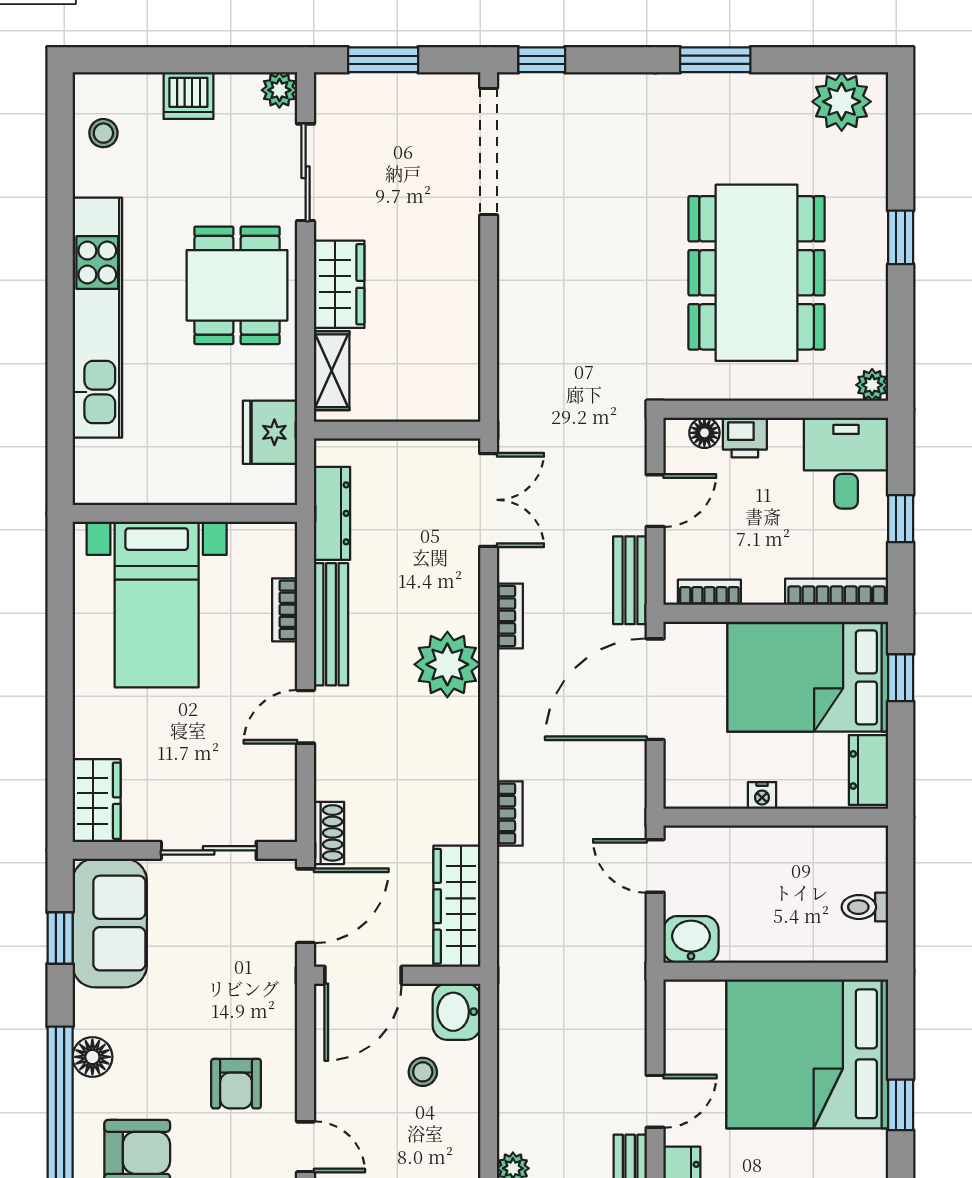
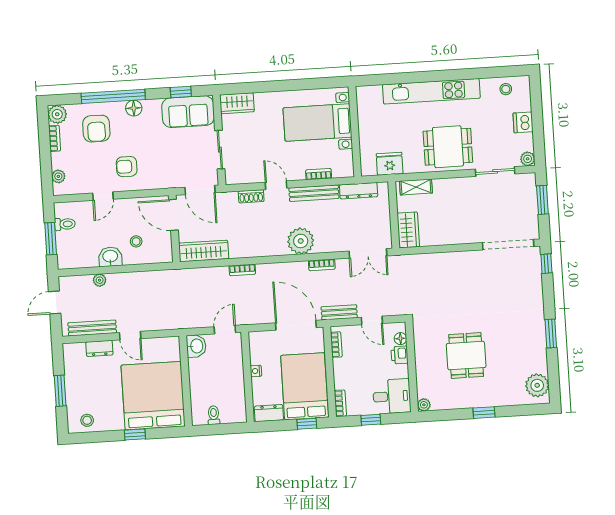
dining table: (757, 273) -> (466, 356), width x0.53, depth x0.80
wardrobe: (339, 284) -> (408, 230), moved, turned -90
bookcase: (837, 592) -> (340, 403), width x0.64
shoe rack: (329, 833) -> (251, 196), moved
washbasin: (457, 1012) -> (110, 257), moved

